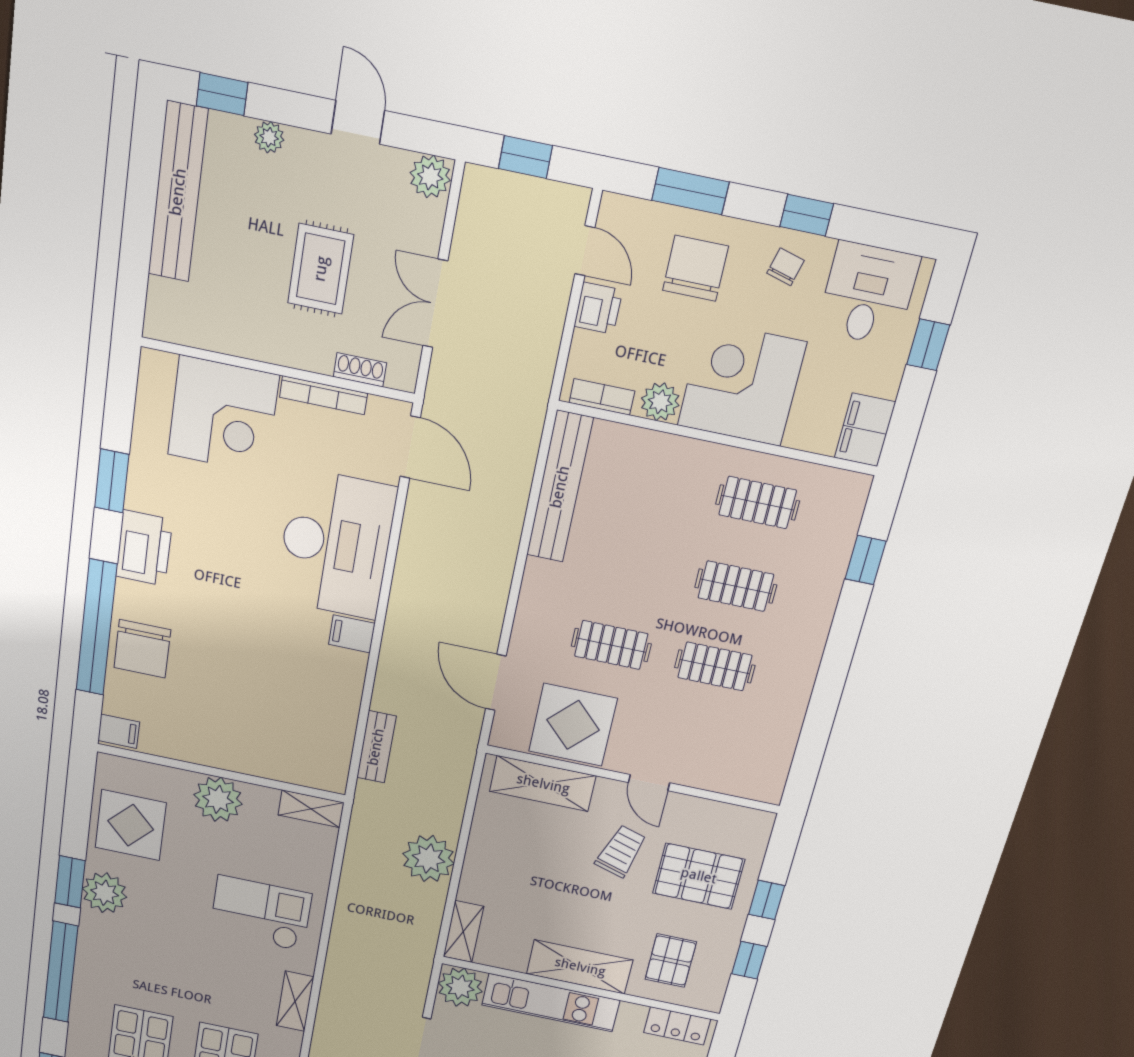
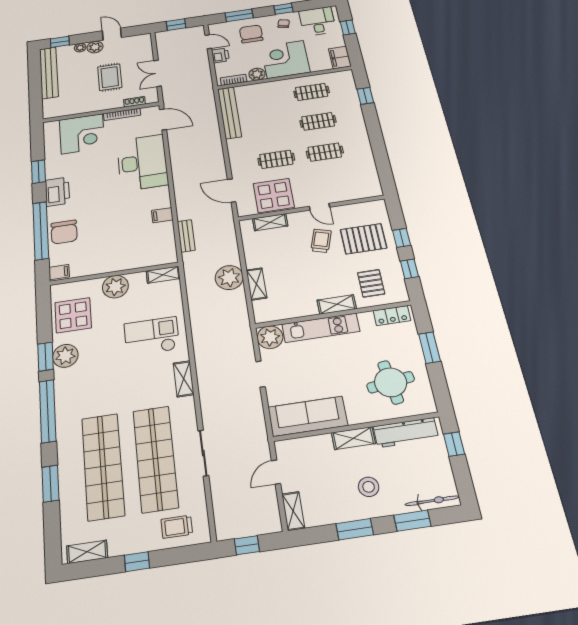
plant: (430, 177) -> (95, 47), moved
filing cabinet: (352, 634) -> (162, 215), moved
shelving: (543, 784) -> (270, 222), width x0.67, depth x0.75
shelving: (463, 931) -> (257, 284), moved
shelving: (580, 967) -> (337, 304), width x0.67, depth x0.75

